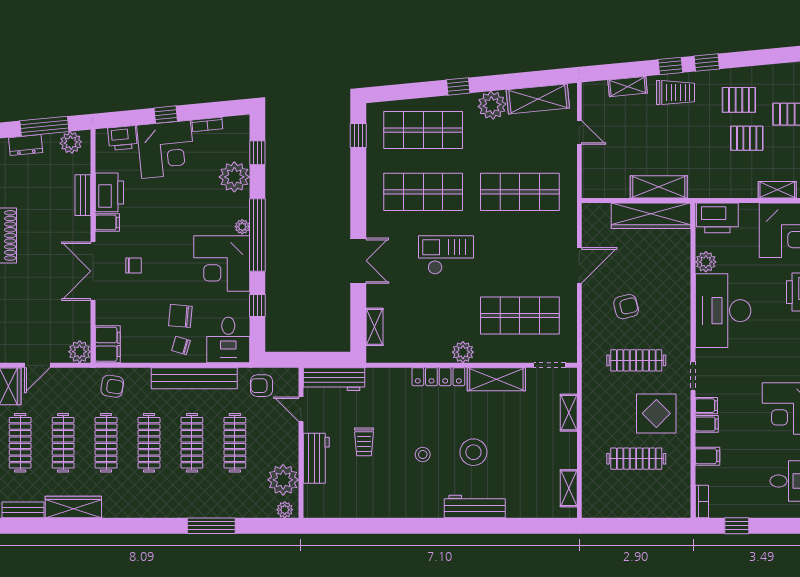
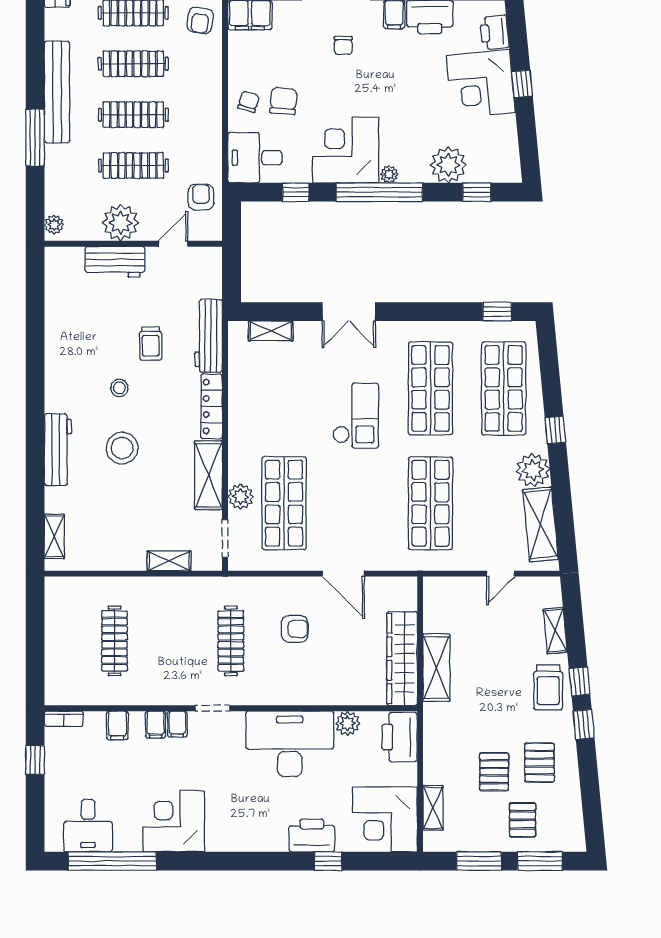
bookcase: (207, 124) -> (510, 133), removed
armchair: (626, 307) -> (295, 629), turned -76
plant: (463, 352) -> (241, 497), moved
bench: (194, 378) -> (57, 92), moved
workbench: (334, 379) -> (209, 336), moved
display table: (656, 413) -> (168, 665), removed
trolley: (364, 442) -> (151, 343), moved, turned -90
plant: (283, 480) -> (121, 223), moved
shelving: (569, 488) -> (54, 536), moved, turned 90

